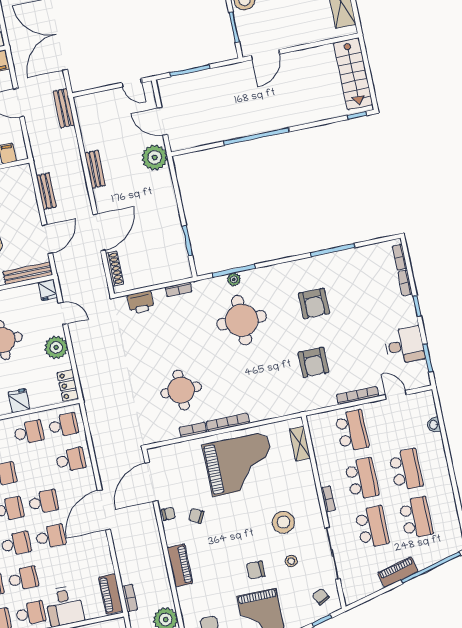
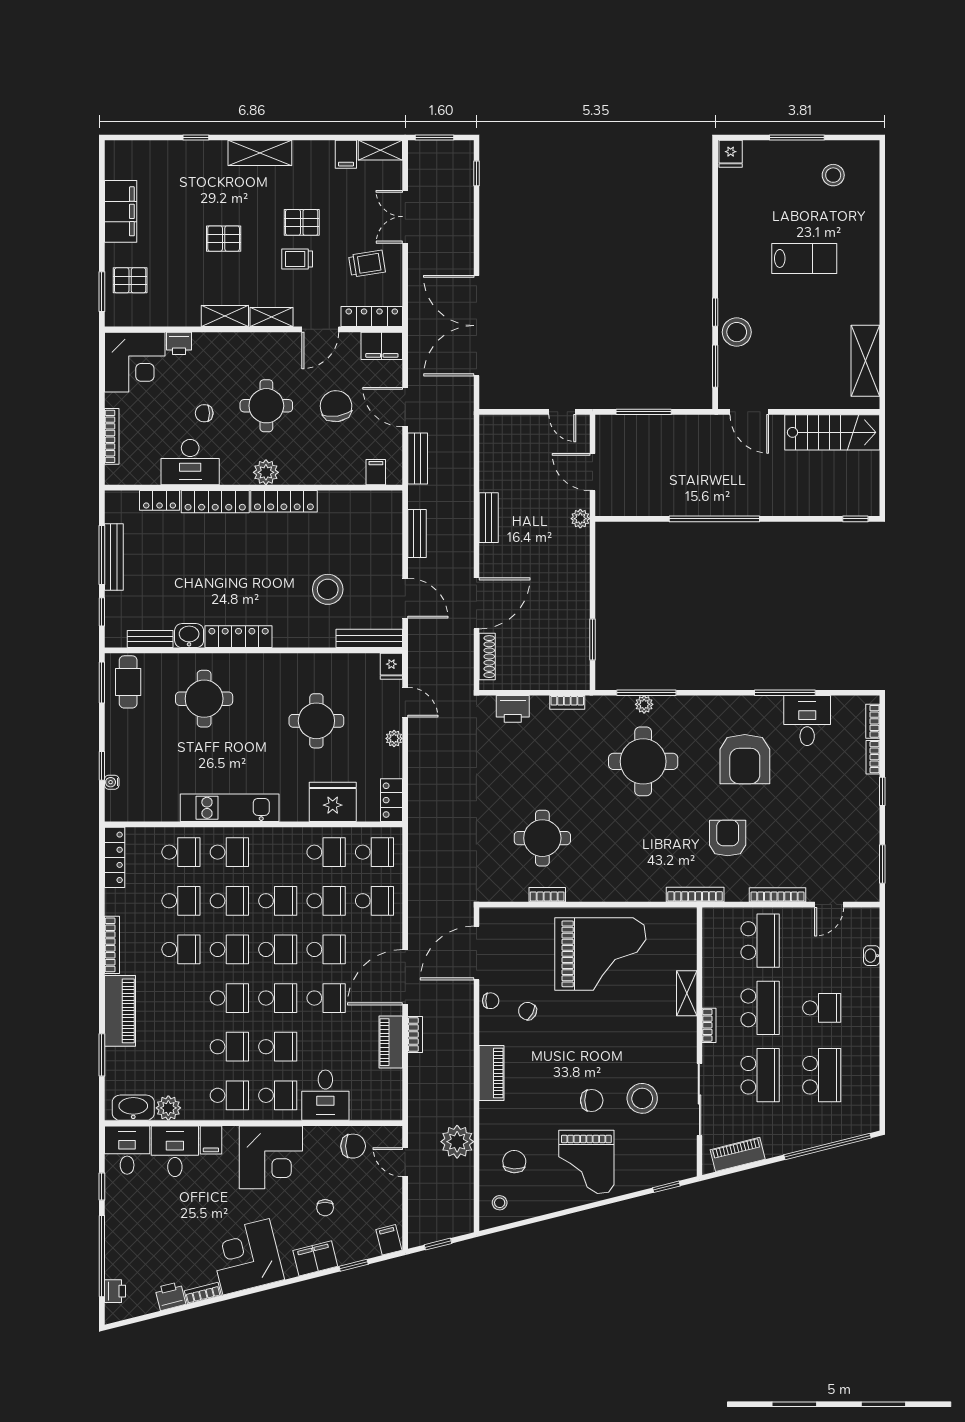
door: (265, 55) -> (749, 412), hinge flipped
stairs: (353, 74) -> (832, 432), moved, turned -90
bench: (64, 108) -> (418, 458), moved
plant: (155, 157) -> (580, 519), width x0.53, depth x0.53
door: (47, 239) -> (405, 598), hinge flipped
armchair: (314, 303) -> (745, 759), width x1.36, depth x1.36
desk: (404, 345) -> (807, 721), moved, turned -90
plant: (56, 347) -> (394, 738), width x0.53, depth x0.53
armchair: (313, 362) -> (728, 838), turned 180
door: (396, 395) -> (829, 905), swing flipped
fridge: (19, 401) -> (333, 802), width x1.88, depth x1.34
bookcase: (228, 422) -> (695, 895), moved
shelving: (300, 444) -> (687, 993), moved
school desk: (36, 467) -> (326, 901), added
school desk: (406, 470) -> (822, 1008), width x0.54
stool: (283, 522) -> (642, 1044), removed
stool: (291, 561) -> (642, 1098), width x1.89, depth x1.89
chair: (256, 570) -> (592, 1100), turned 180
piano: (398, 572) -> (738, 1154), moved
piano: (111, 594) -> (391, 1042), moved
chair: (321, 597) -> (672, 1154), removed
bookcase: (130, 598) -> (415, 1034), moved

